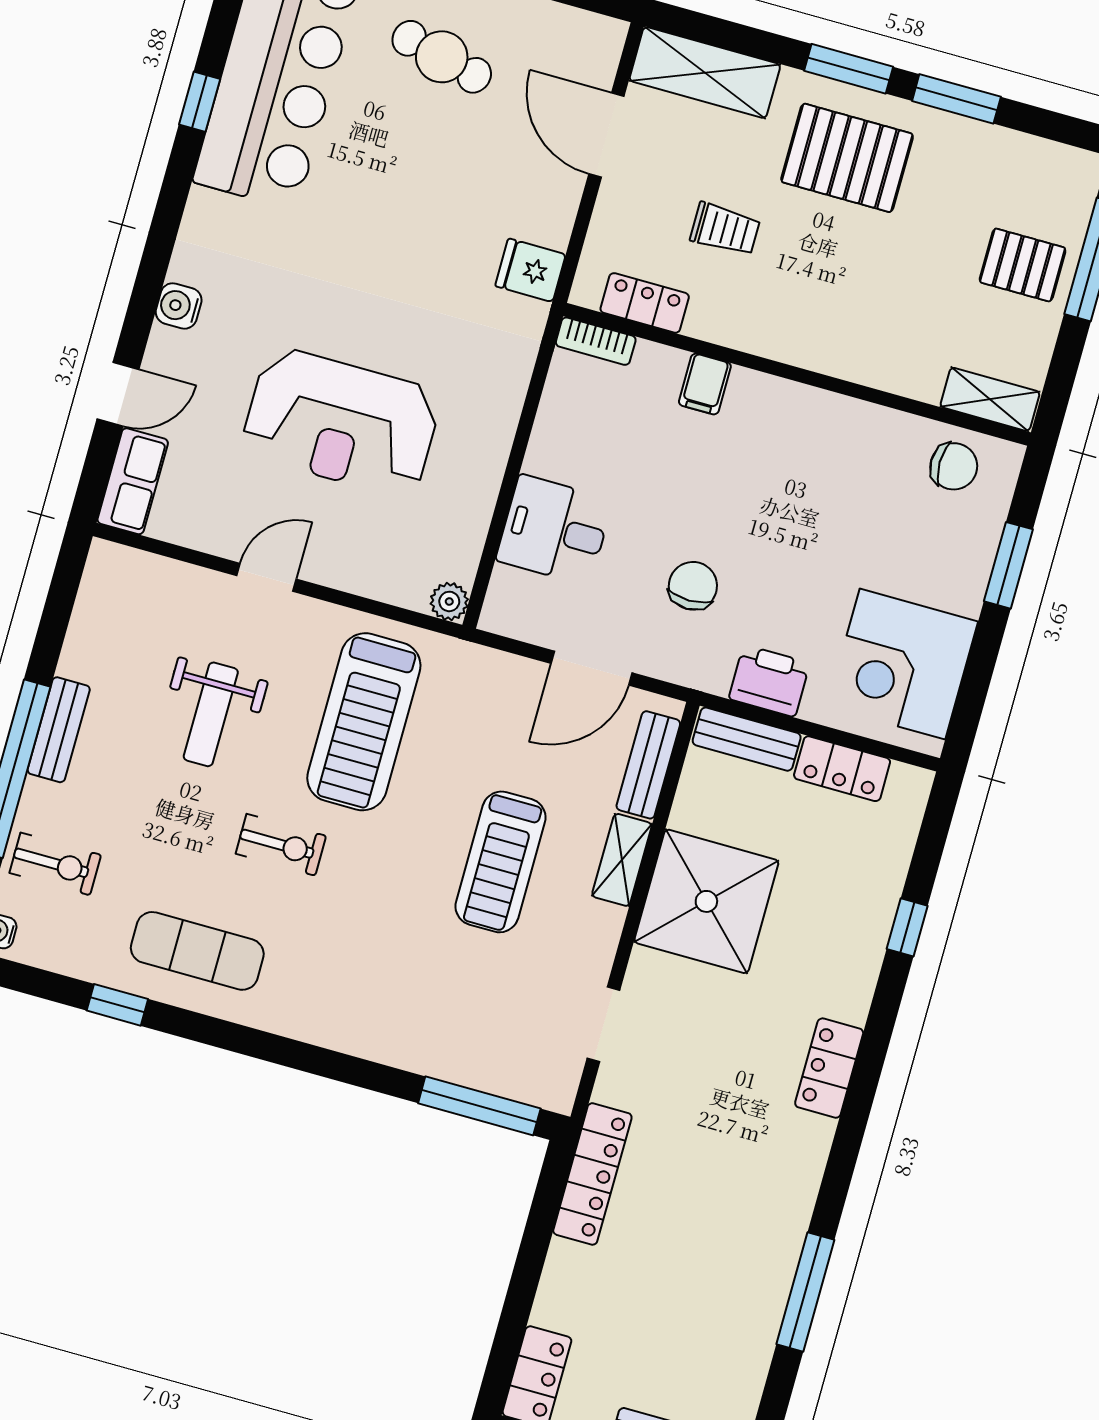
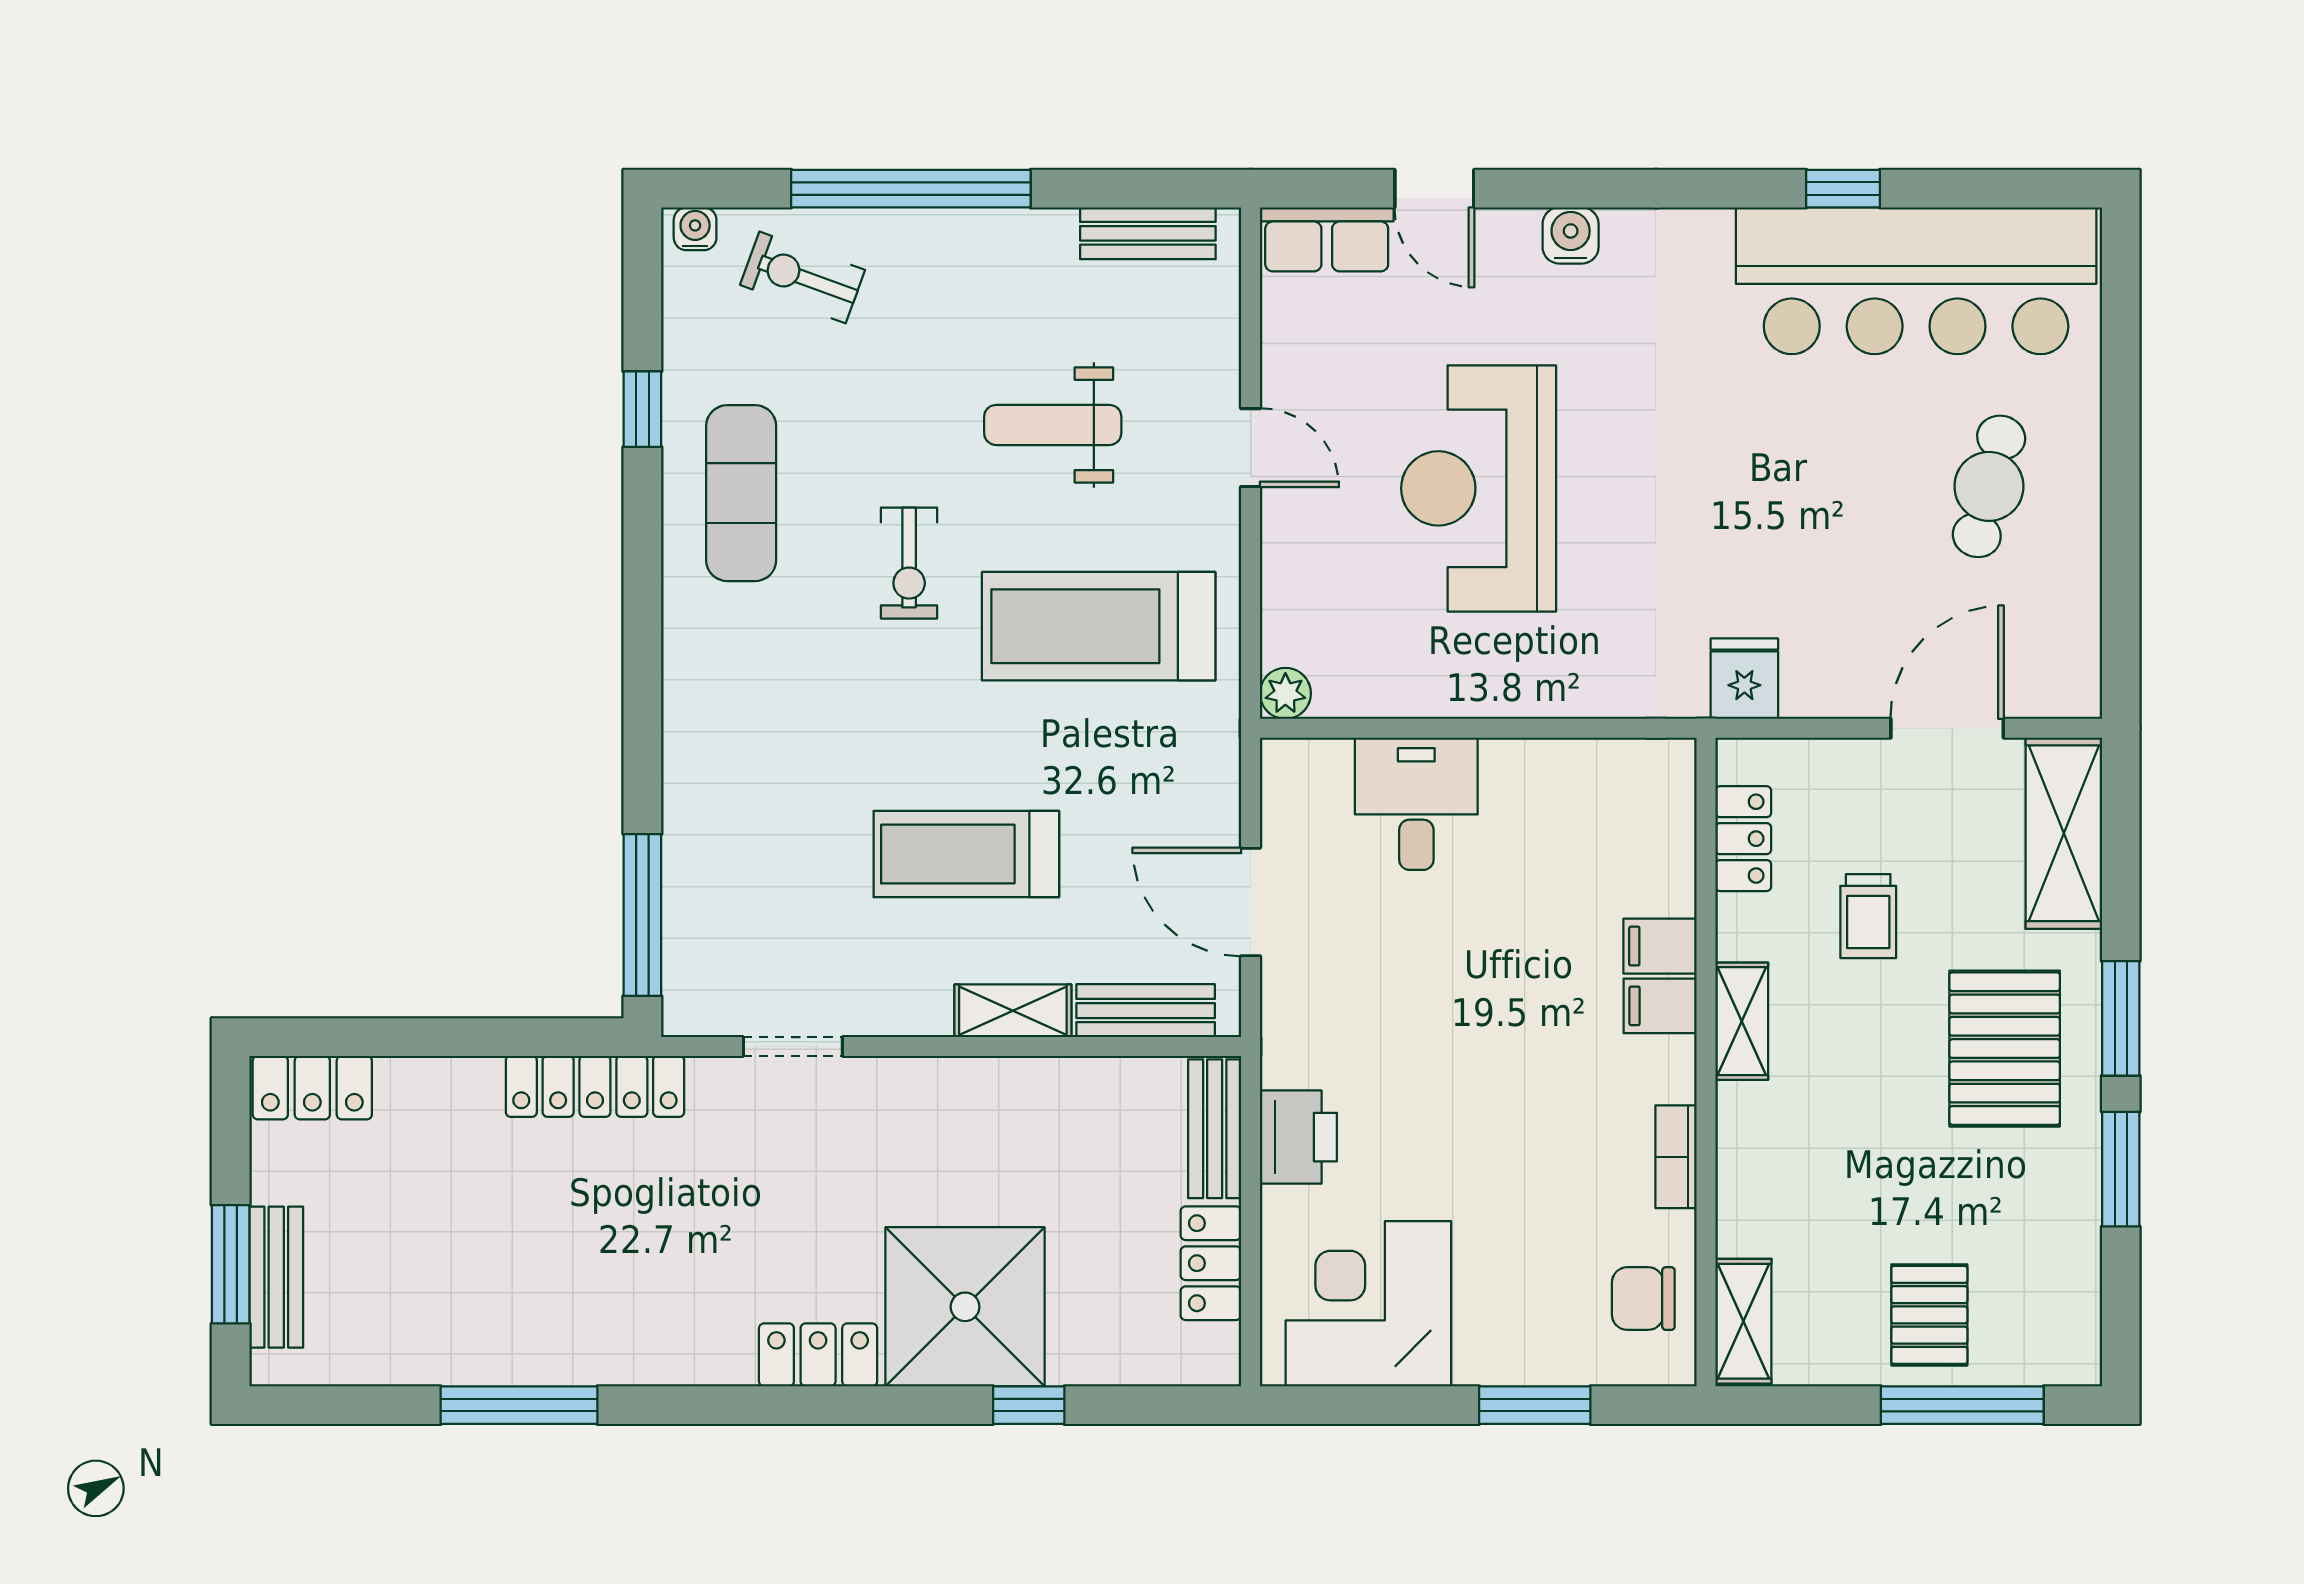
bookcase: (596, 341) -> (1676, 1157), moved
shelving: (775, 341) -> (1742, 1021), added
filing cabinet: (748, 396) -> (1660, 1006), added
chair: (954, 466) -> (1643, 1299), turned 90
chair: (693, 586) -> (1394, 1004), removed
bench: (59, 730) -> (1148, 233), moved
exercise bike: (55, 864) -> (803, 277), turned 110
shower: (706, 901) -> (965, 1307), moved

